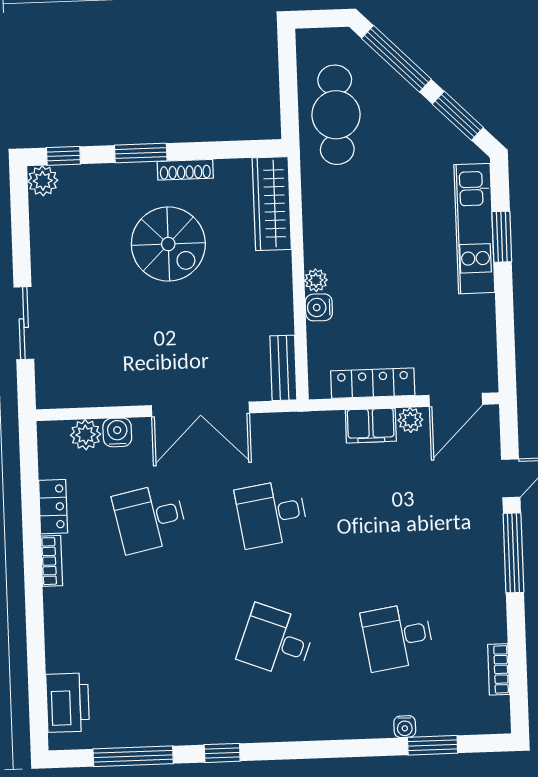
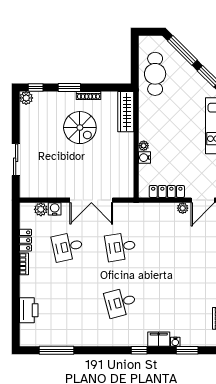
bench: (283, 368) -> (128, 183), removed
filing cabinet: (371, 426) -> (159, 339), moved, turned 180
desk: (398, 637) -> (174, 302), removed
desk: (276, 641) -> (121, 302), turned -36
printer: (68, 703) -> (29, 310), moved
window: (222, 753) -> (139, 350), moved

